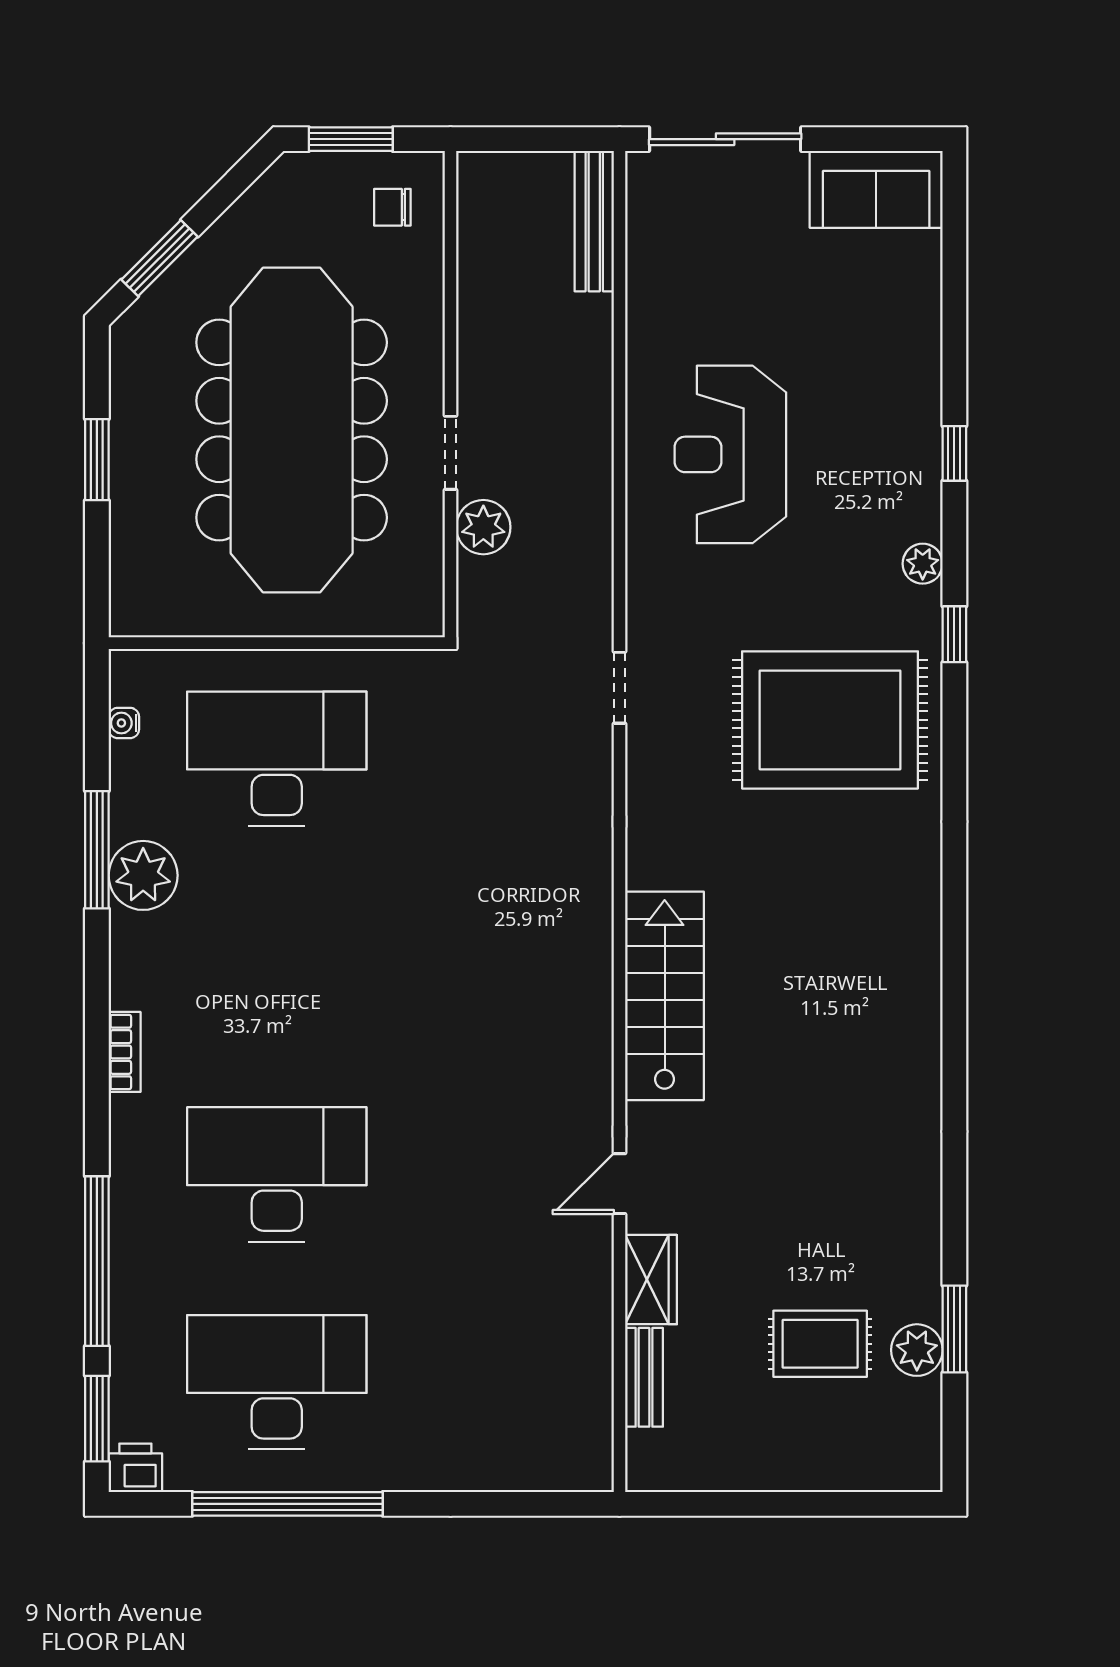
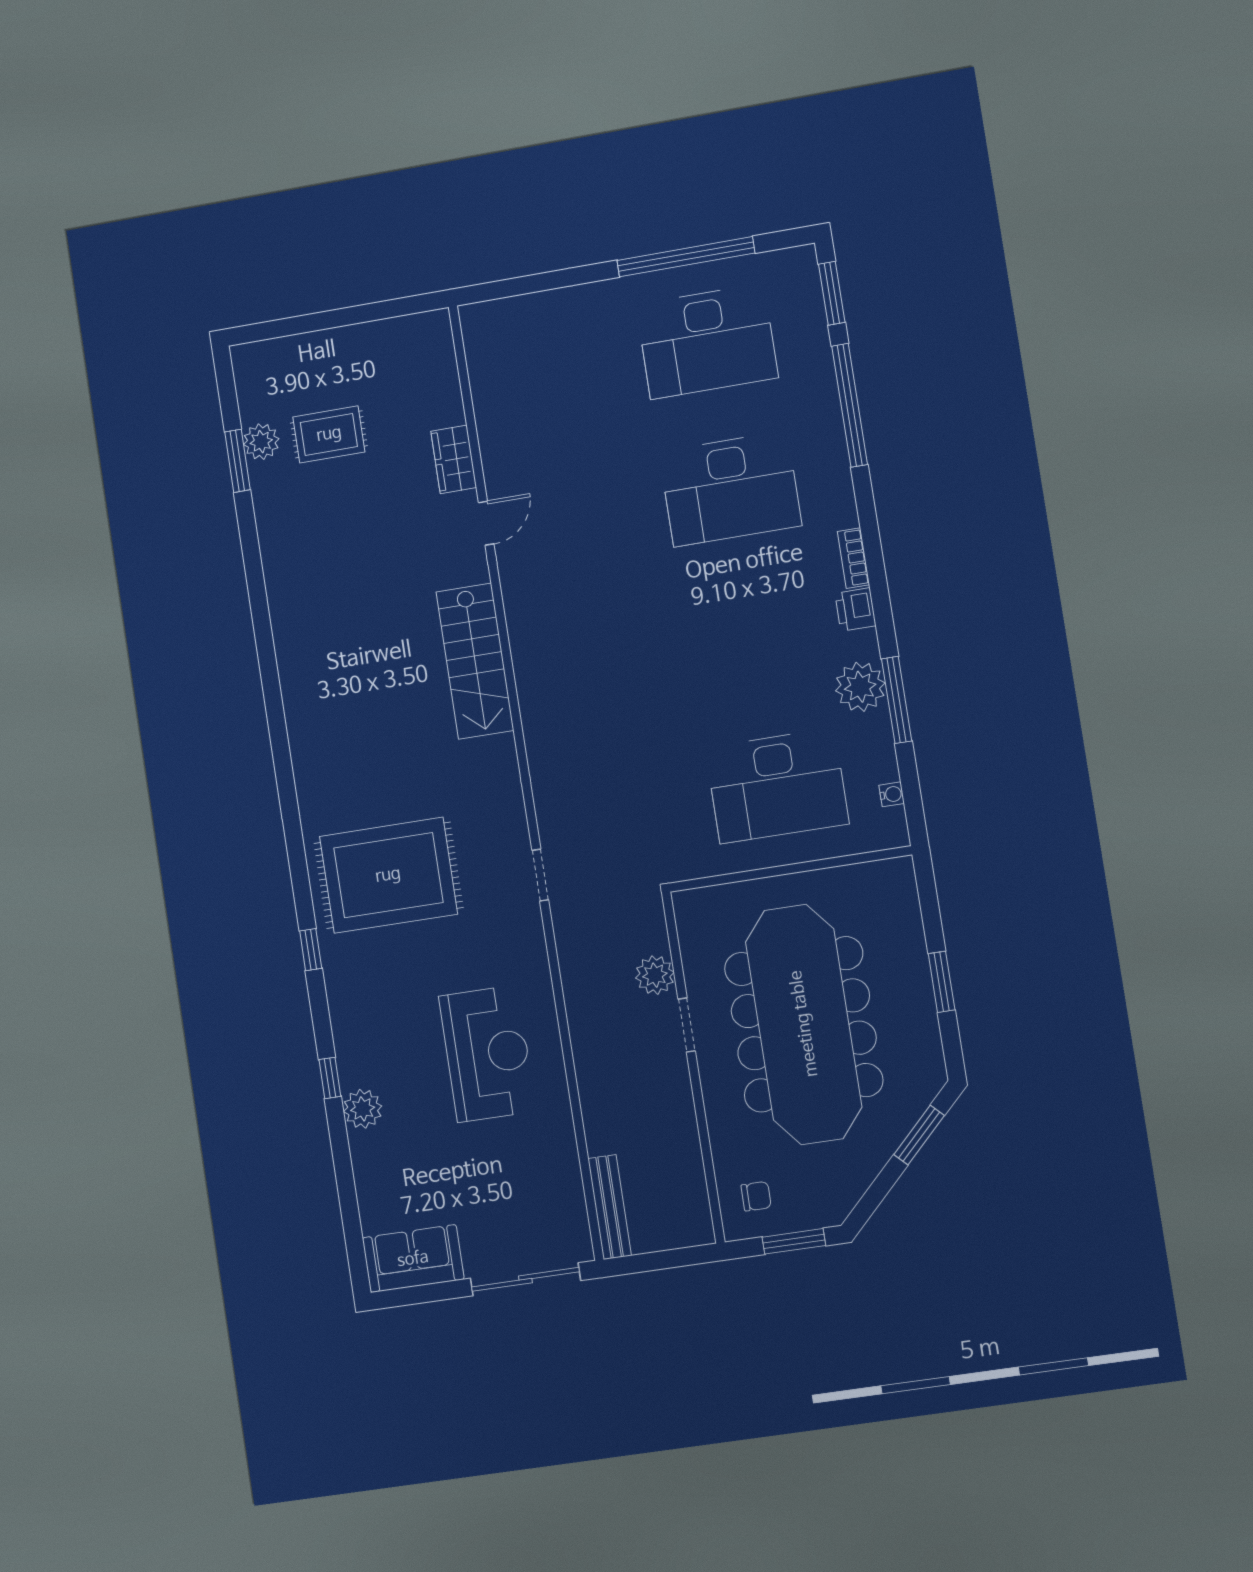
plant: (923, 564) -> (363, 1109), moved, width x1.38, depth x1.38
bench: (644, 1377) -> (448, 390), removed
printer: (135, 1468) -> (855, 610), moved, turned 90

